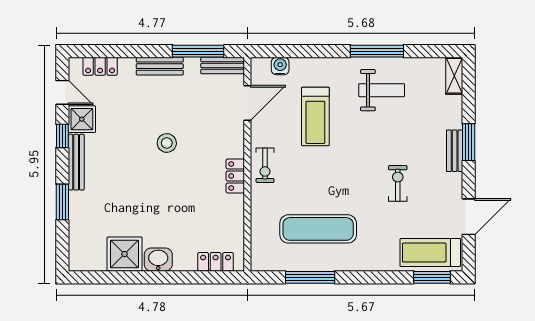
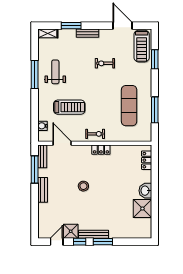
locker: (100, 66) -> (43, 222), removed
window: (469, 142) -> (71, 26), moved
window: (62, 202) -> (103, 242), moved
window: (432, 277) -> (155, 59), moved

